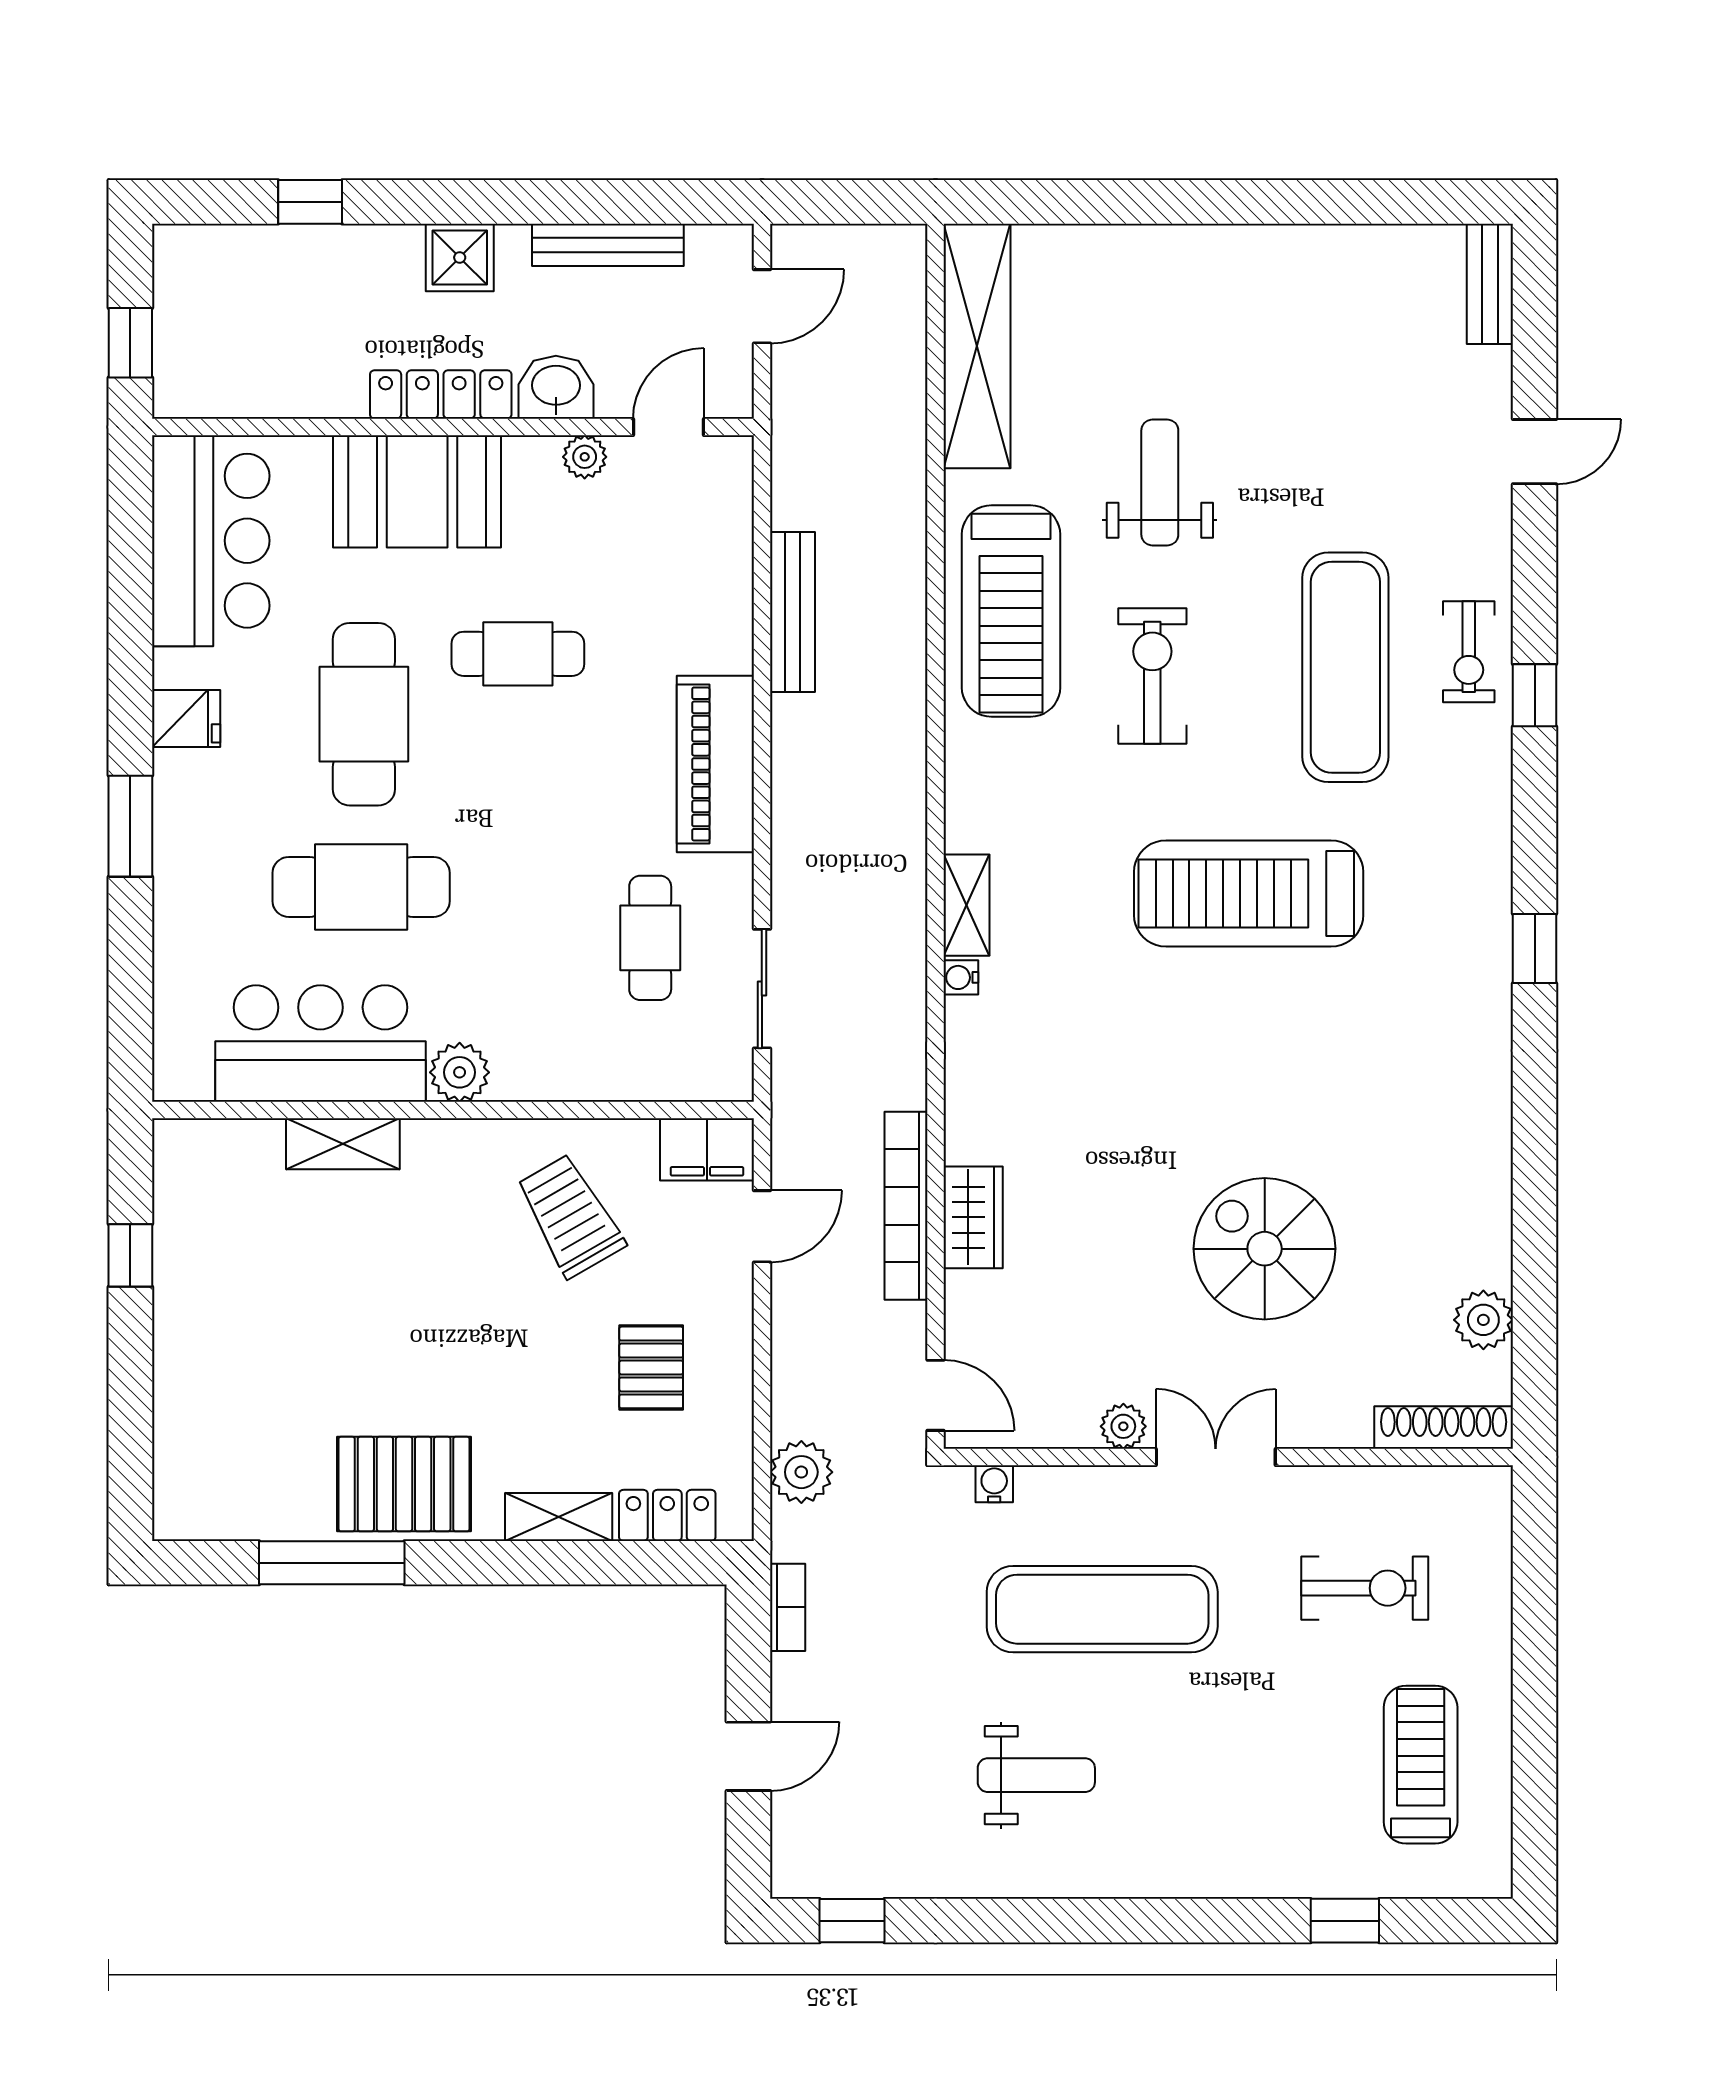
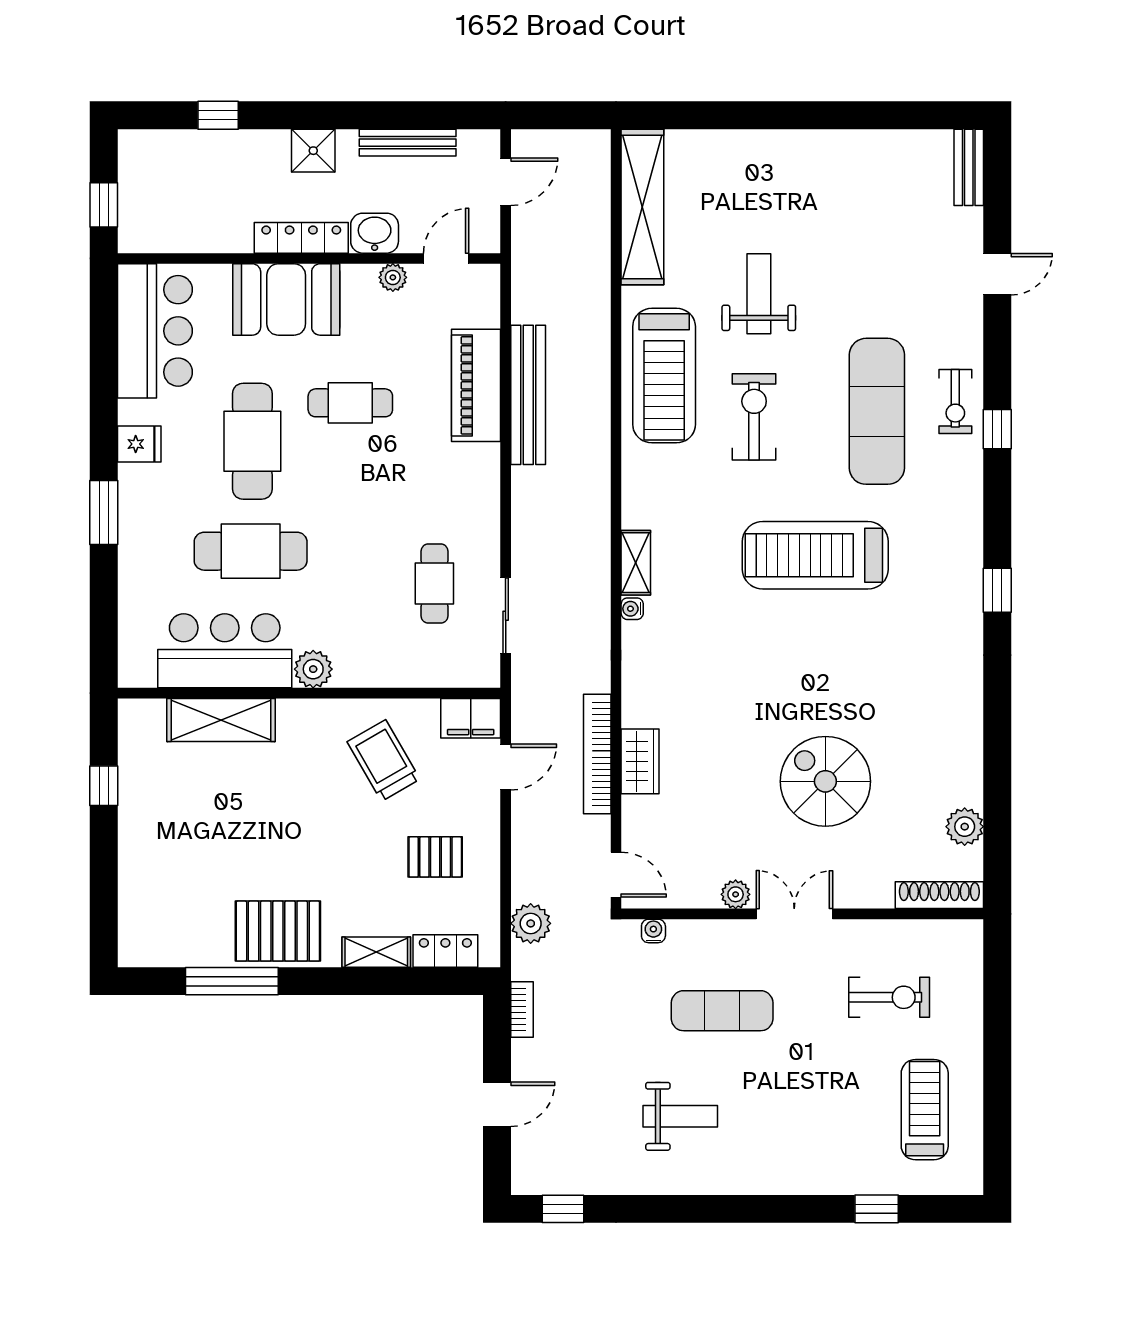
bench: (793, 612) -> (528, 395), width x1.37, depth x1.21
piano: (715, 764) -> (476, 385), moved
shelving: (343, 1144) -> (221, 720), width x1.50, depth x1.33
pallet: (651, 1367) -> (435, 857), turned 90
exercise mat: (1102, 1609) -> (722, 1011), width x0.73, depth x0.69

